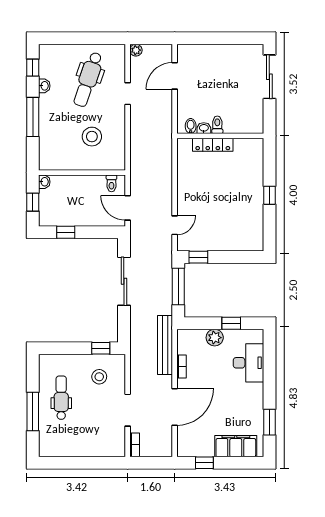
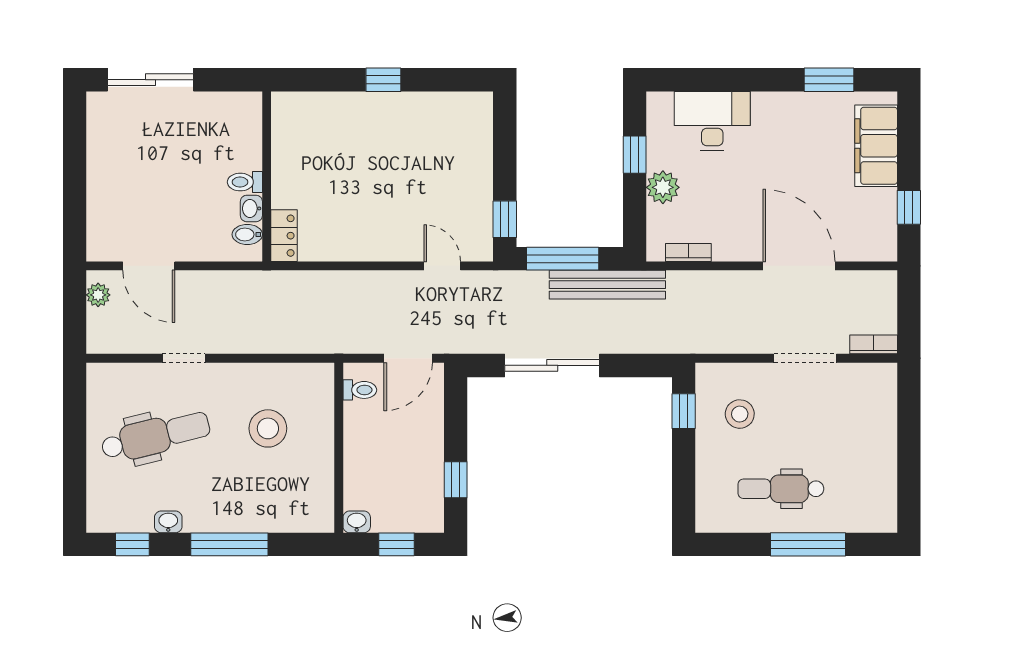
plant: (136, 50) -> (98, 295), moved
dental chair: (88, 79) -> (156, 436), turned -33
locker: (213, 145) -> (284, 236), moved, width x0.66
bench: (165, 345) -> (607, 285), moved
bookcase: (181, 367) -> (688, 252), moved

